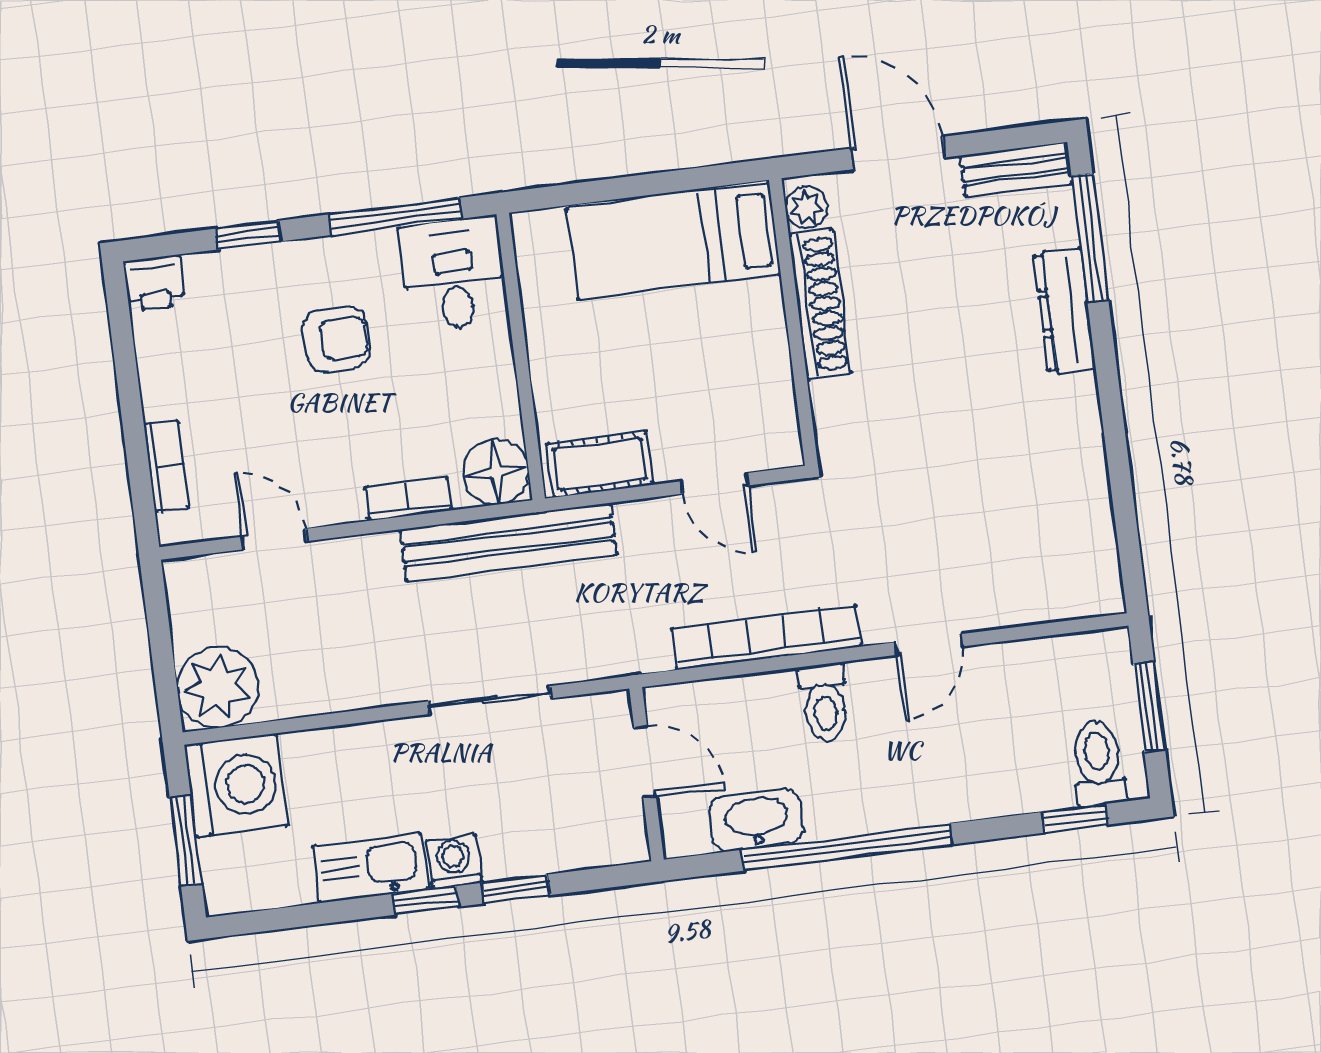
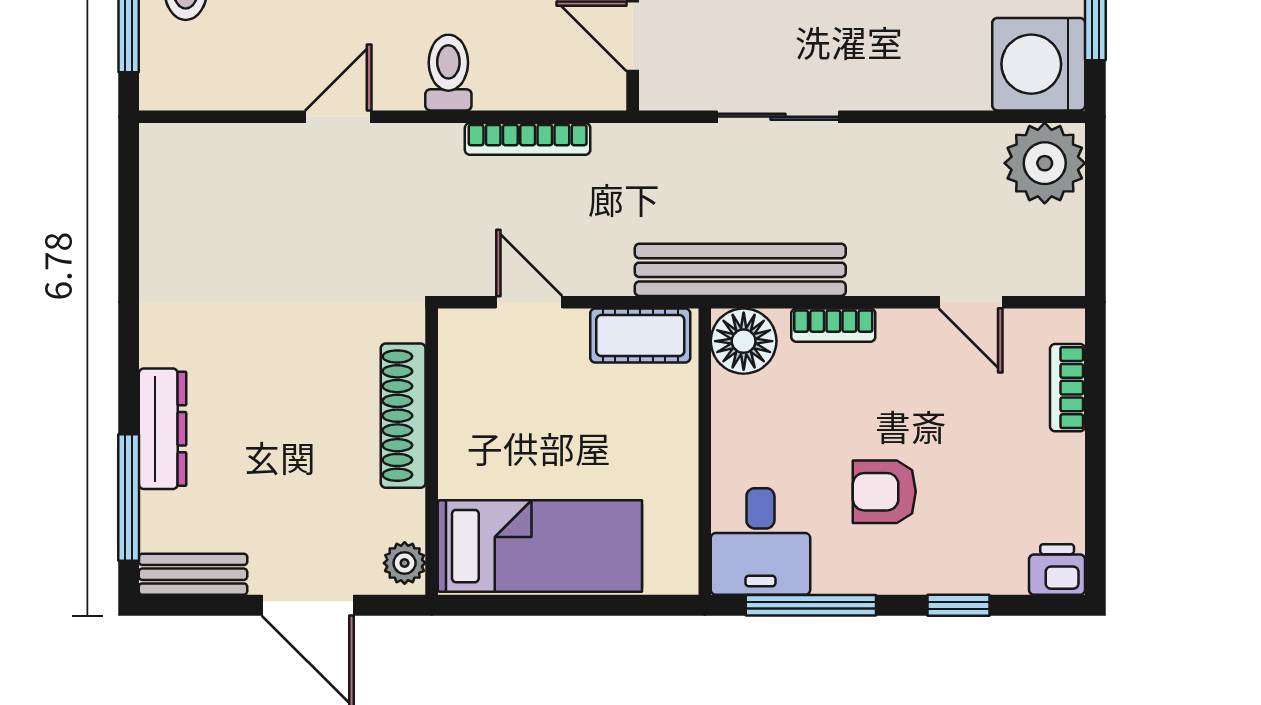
shoe rack: (820, 304) -> (403, 416), moved
bookcase: (766, 637) -> (528, 139), width x0.68, depth x0.76

